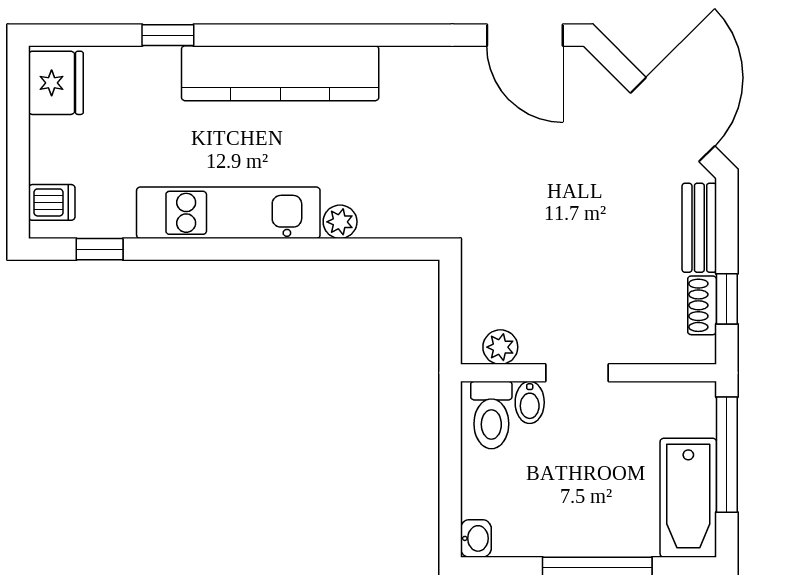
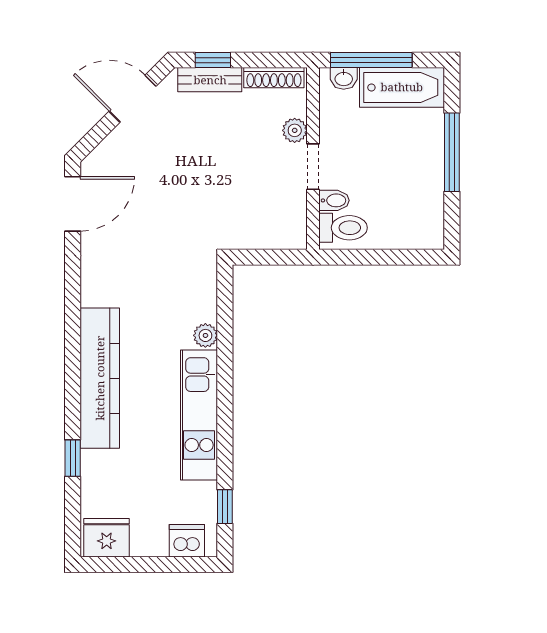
door: (673, 120) -> (133, 99), width x0.73
dishwasher: (52, 202) -> (187, 541), width x1.38
window: (727, 299) -> (213, 60), moved
shoe rack: (702, 305) -> (274, 78), width x1.43
plant: (500, 347) -> (295, 130), moved
washbasin: (476, 538) -> (344, 78), moved, turned 180

